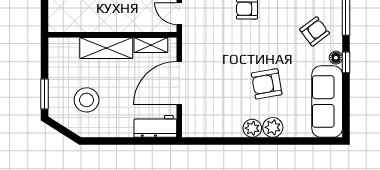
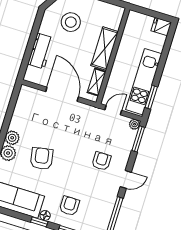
armchair: (315, 31) -> (69, 206), turned -143
workbench: (155, 126) -> (40, 51), moved

